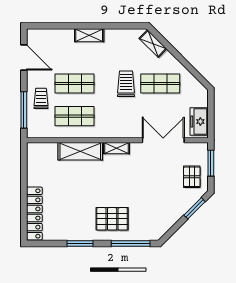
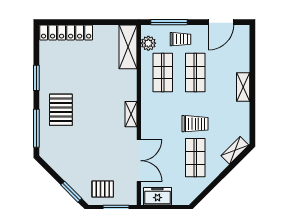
plant: (45, 131) -> (148, 43), added
shelving: (80, 151) -> (128, 47), moved

